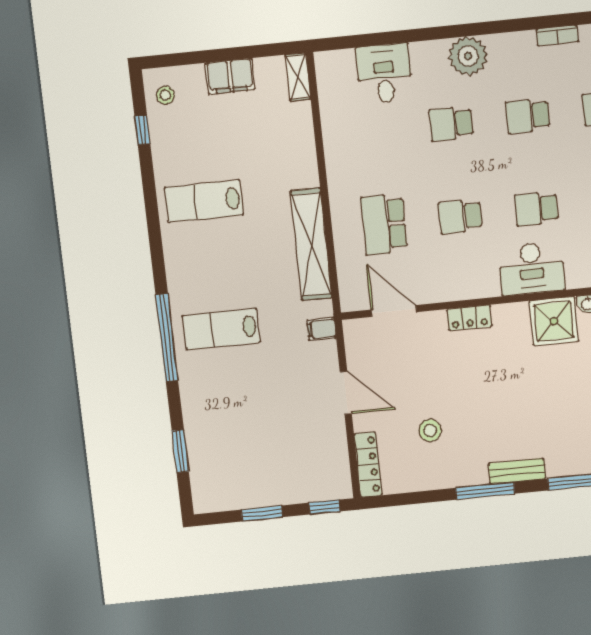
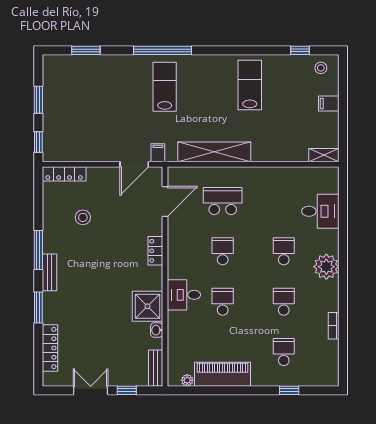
filing cabinet: (230, 76) -> (329, 104), width x0.50
desk: (532, 268) -> (184, 295), width x0.73
door: (346, 393) -> (134, 164), moved

